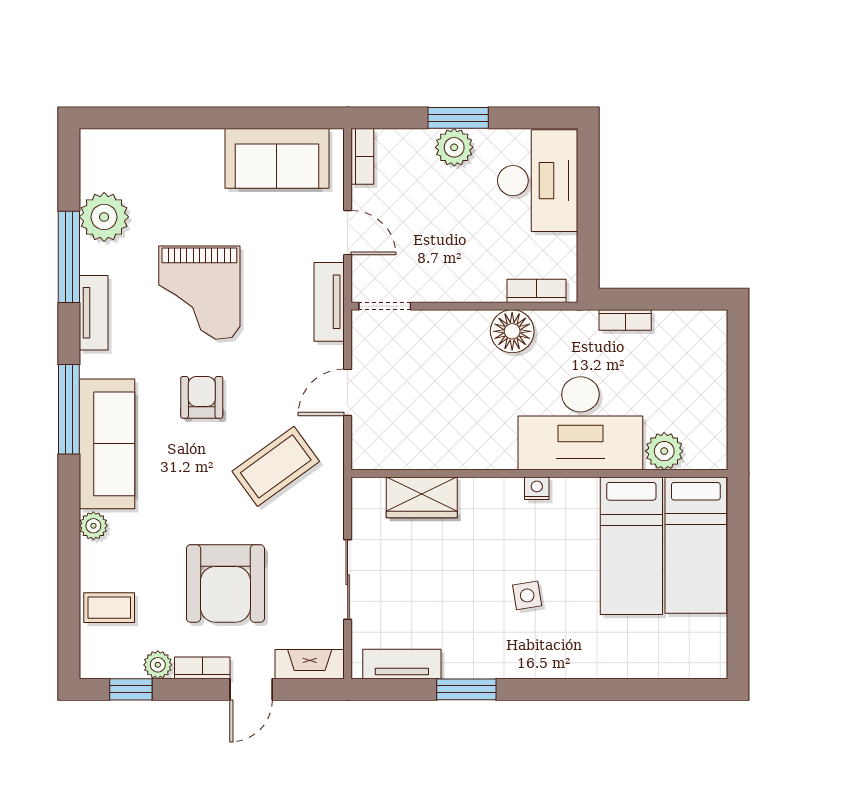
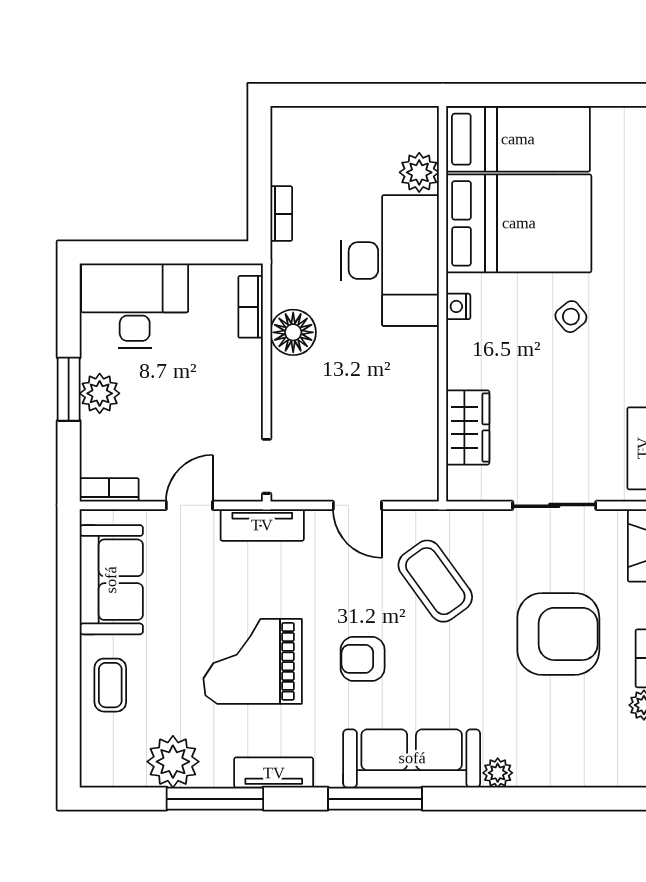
grand piano: (199, 293) -> (253, 661), turned 180
bed: (631, 546) -> (519, 223), width x1.50
side table: (527, 595) -> (571, 317), turned -30
coffee table: (109, 608) -> (110, 685), moved

